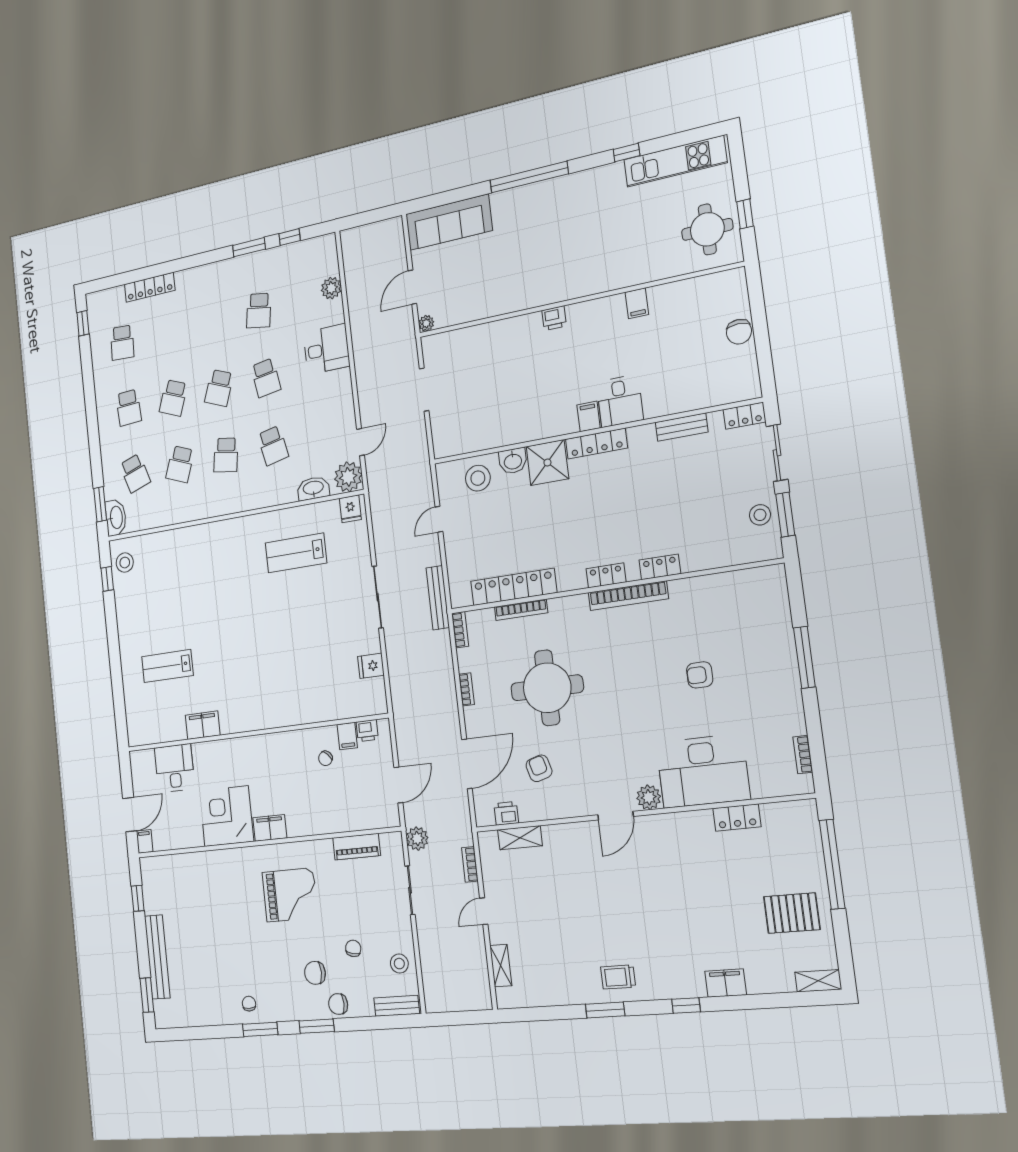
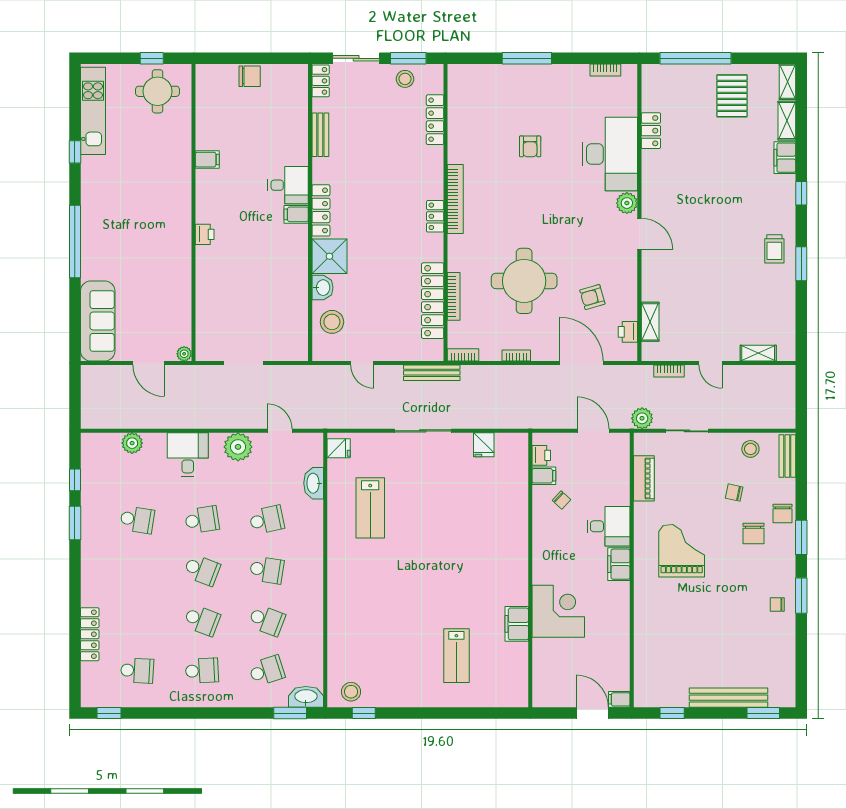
plant: (348, 477) -> (238, 447), moved
locker: (660, 567) -> (435, 120), moved, width x1.53
desk: (175, 768) -> (609, 526), moved, turned 180
corner desk: (227, 816) -> (558, 611), moved, turned 180
shelving: (770, 983) -> (787, 121), added

